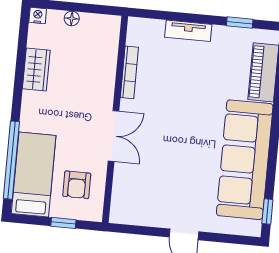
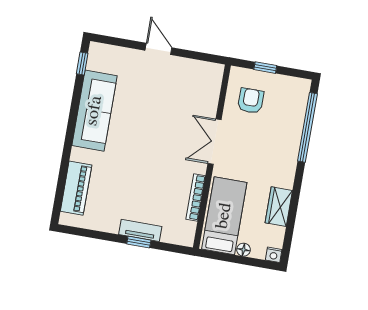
window: (240, 23) -> (139, 242), moved
sofa: (245, 160) -> (94, 111), width x0.74, depth x0.79
bed: (34, 175) -> (224, 216), moved, turned 180

